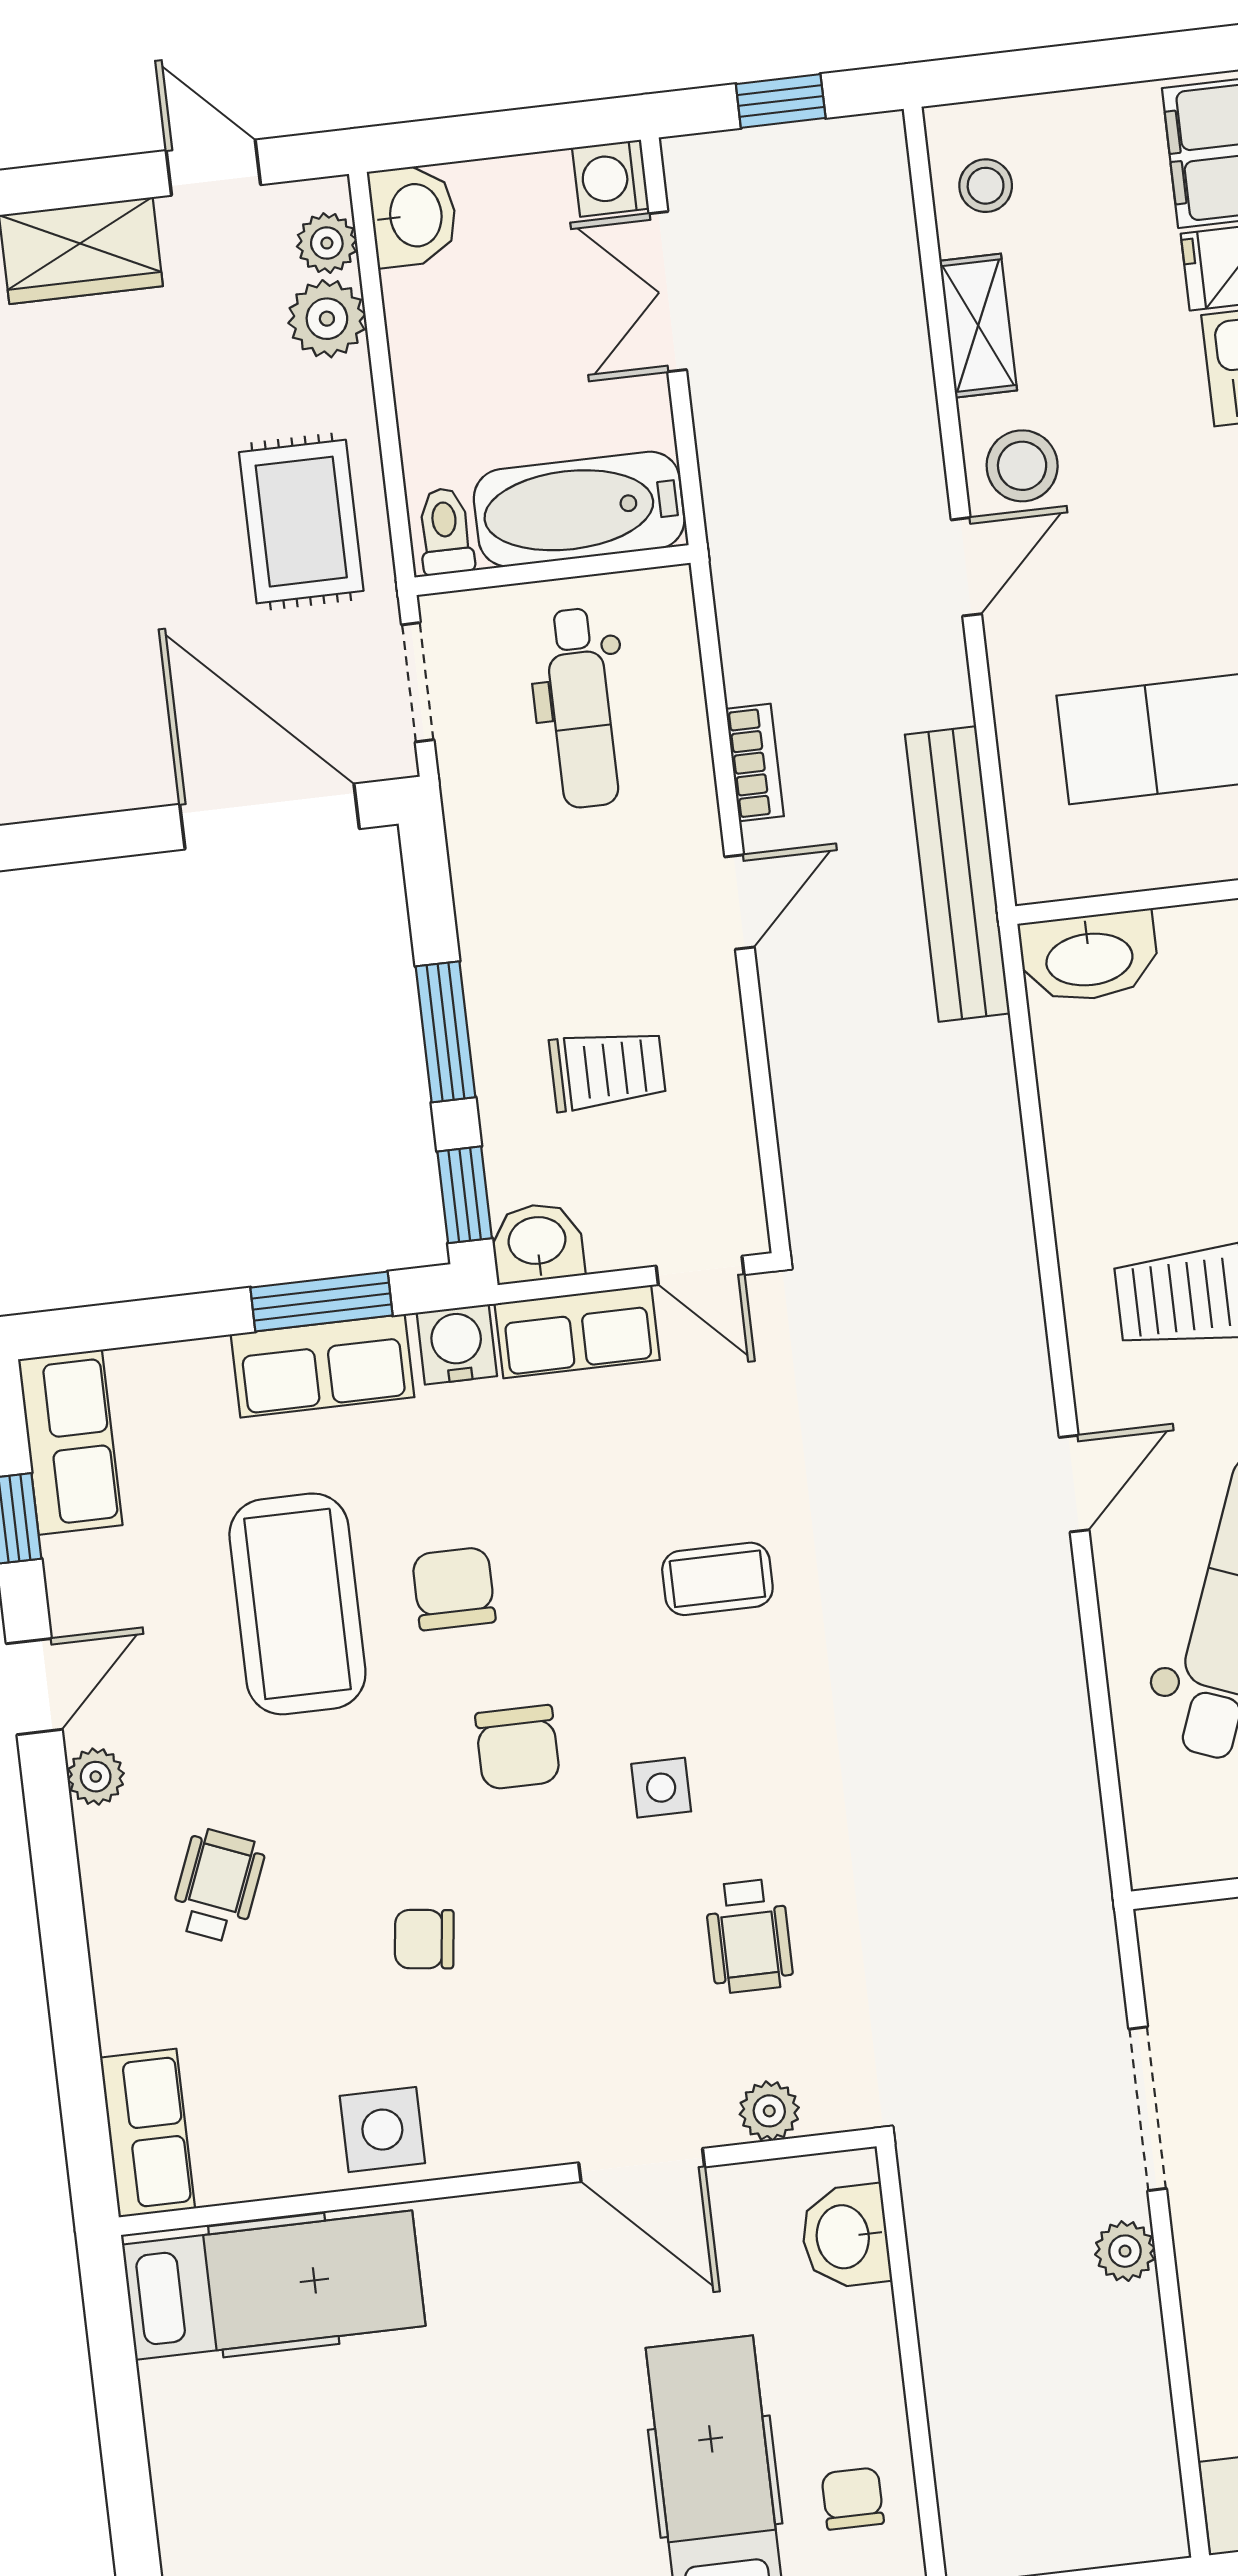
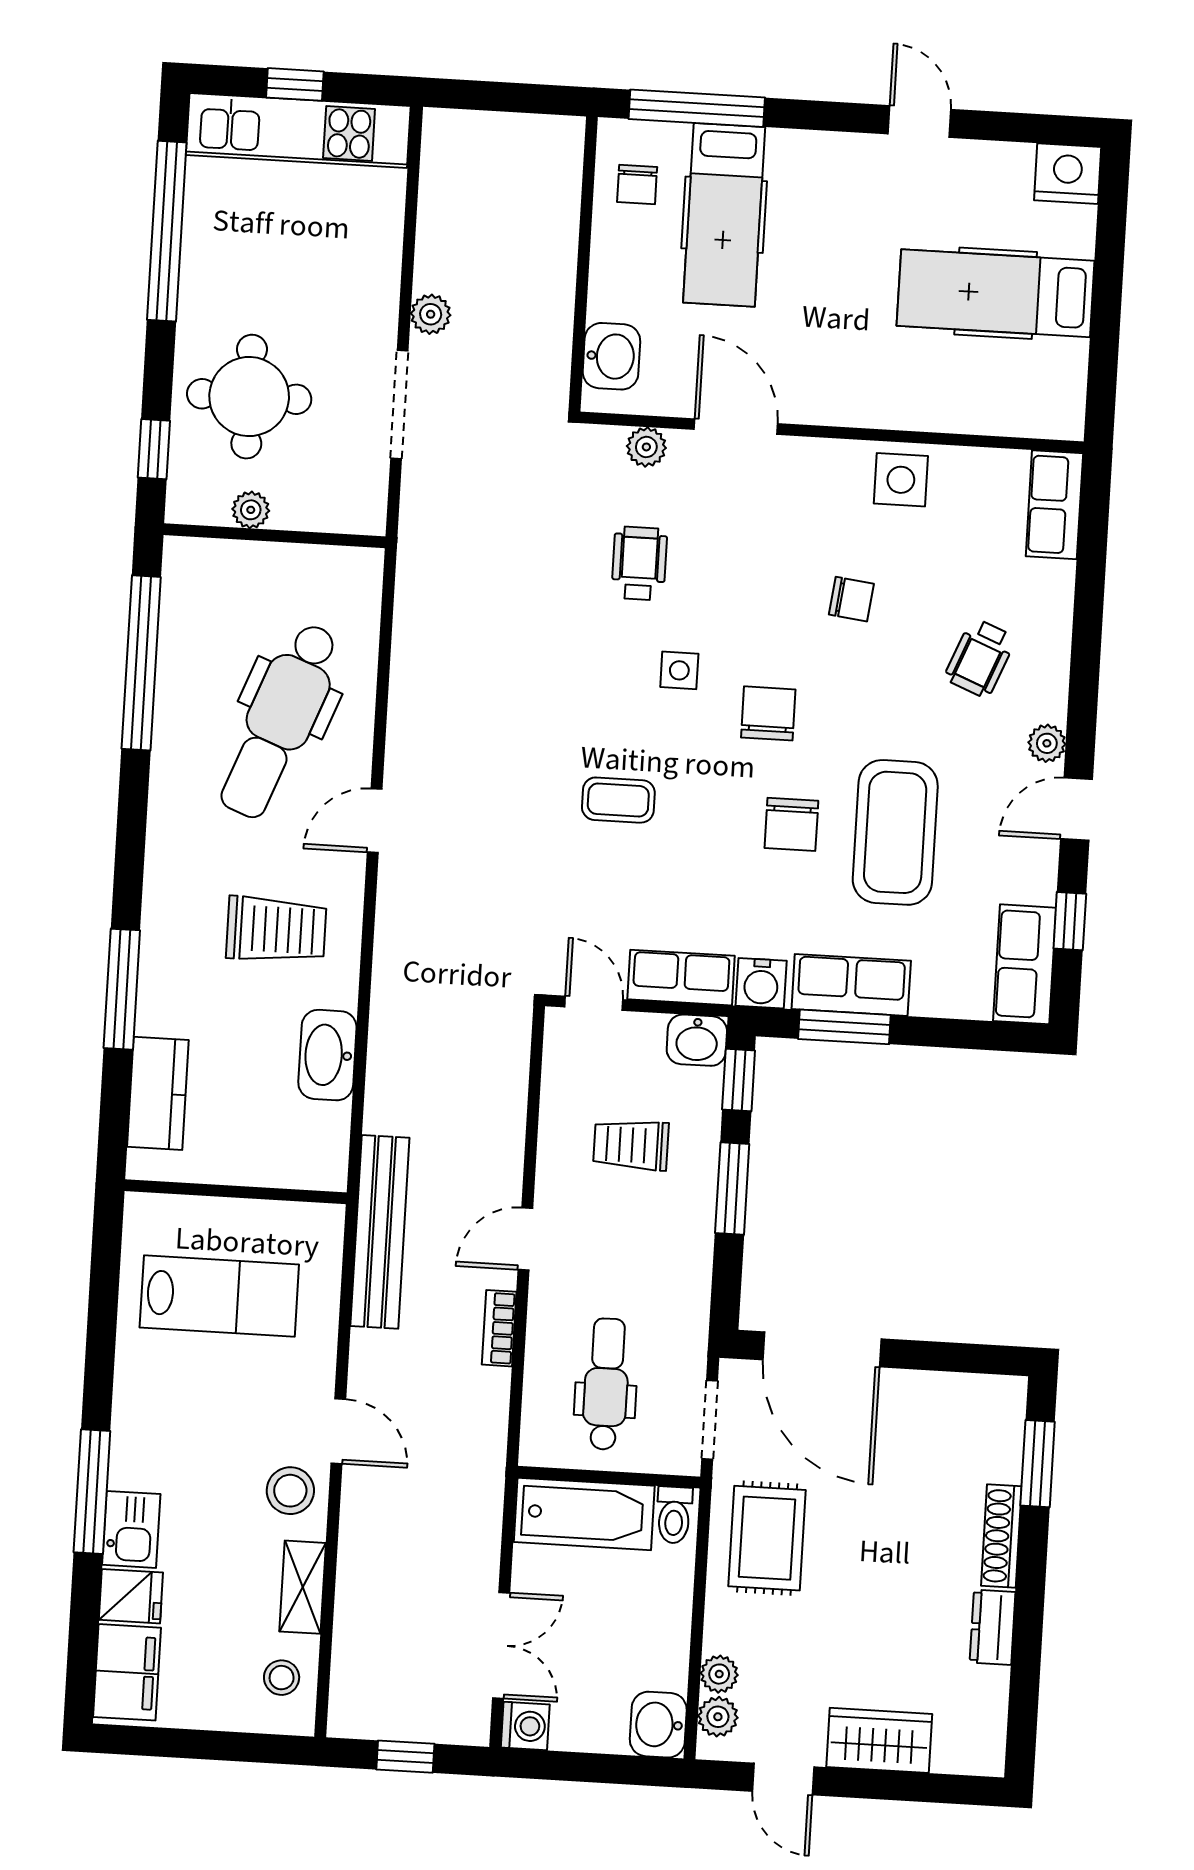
plant: (327, 319) -> (719, 1674), width x0.73, depth x0.73
door: (966, 567) -> (338, 1431), swing flipped
washbasin: (1089, 957) -> (327, 1055), moved, turned -90
hospital bed: (274, 2285) -> (996, 293), moved

